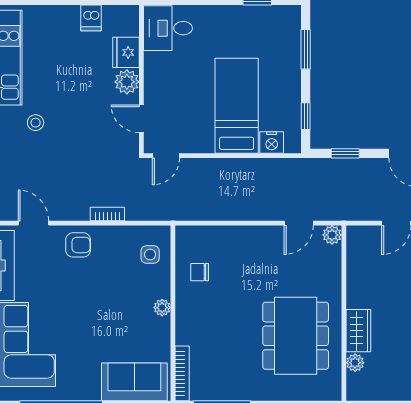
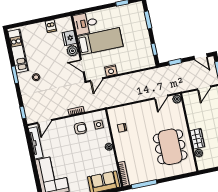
bed: (237, 106) -> (100, 41), moved, turned 90
nightstand: (272, 143) -> (111, 71), moved
door: (34, 223) -> (44, 122), swing flipped
armchair: (78, 245) -> (80, 128), moved

